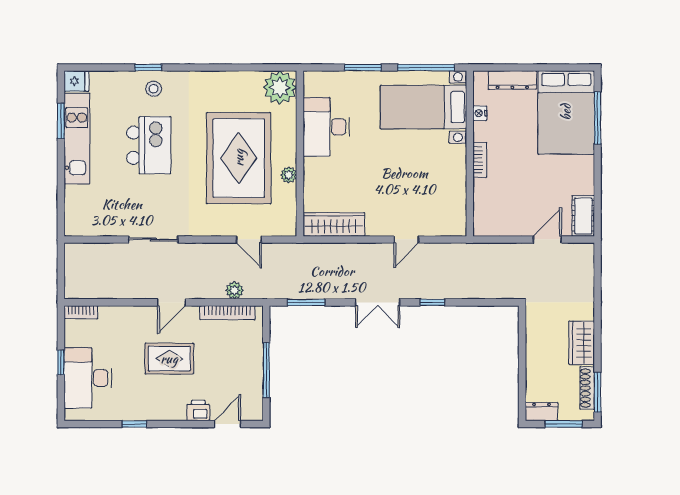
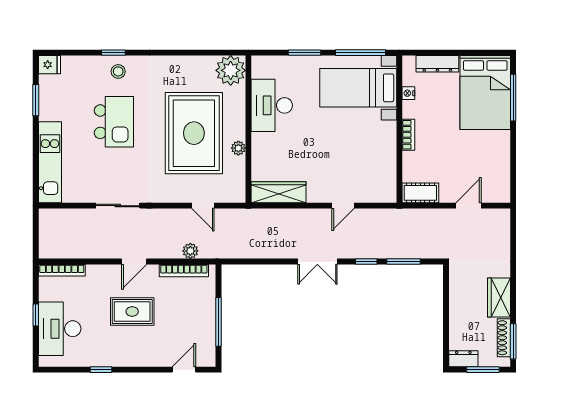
kitchen unit: (77, 139) -> (50, 162), moved
cot: (583, 216) -> (420, 193), moved, turned 90
window: (306, 302) -> (404, 262), moved
bookcase: (81, 312) -> (62, 270), width x1.56
printer: (198, 411) -> (158, 358), removed

